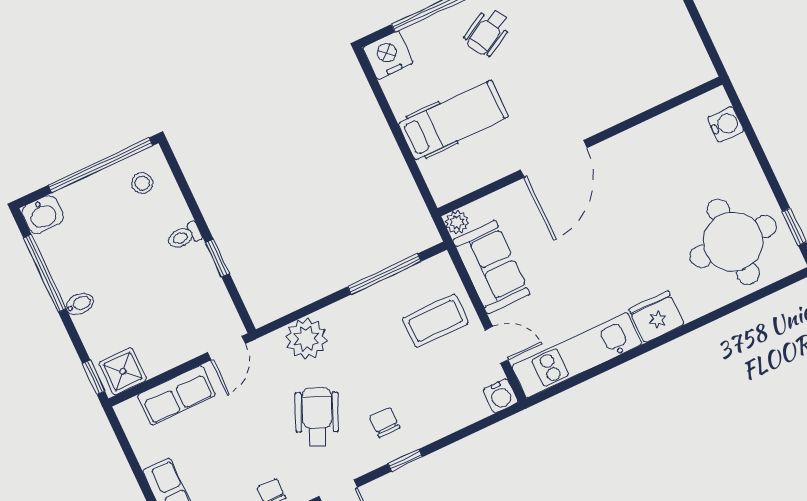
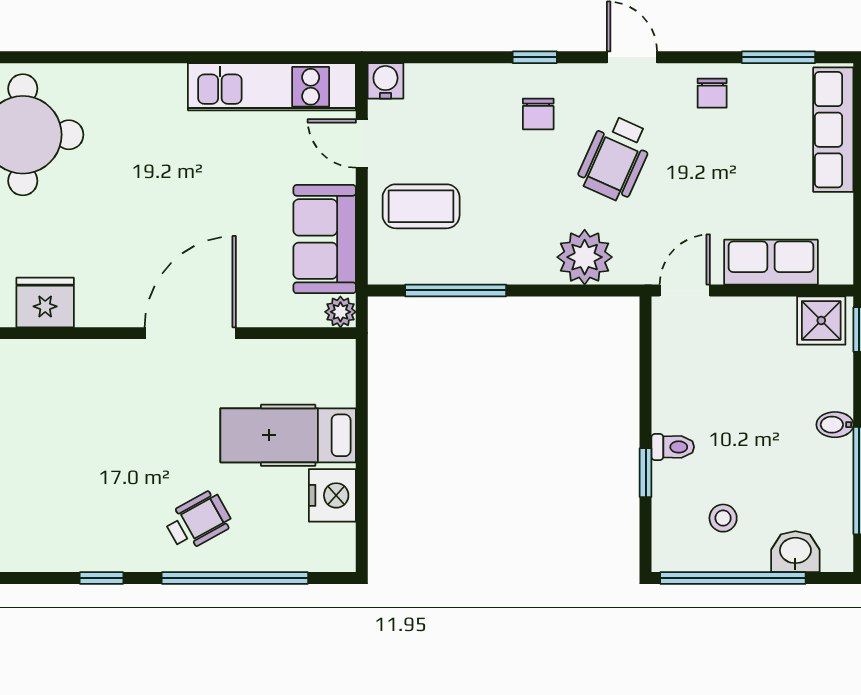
nightstand: (388, 55) -> (332, 495), moved, turned -90
stool: (142, 183) -> (723, 518), moved
washbasin: (43, 215) -> (795, 552), moved
window: (217, 258) -> (646, 473), moved
fridge: (656, 317) -> (45, 303), moved, turned 180

